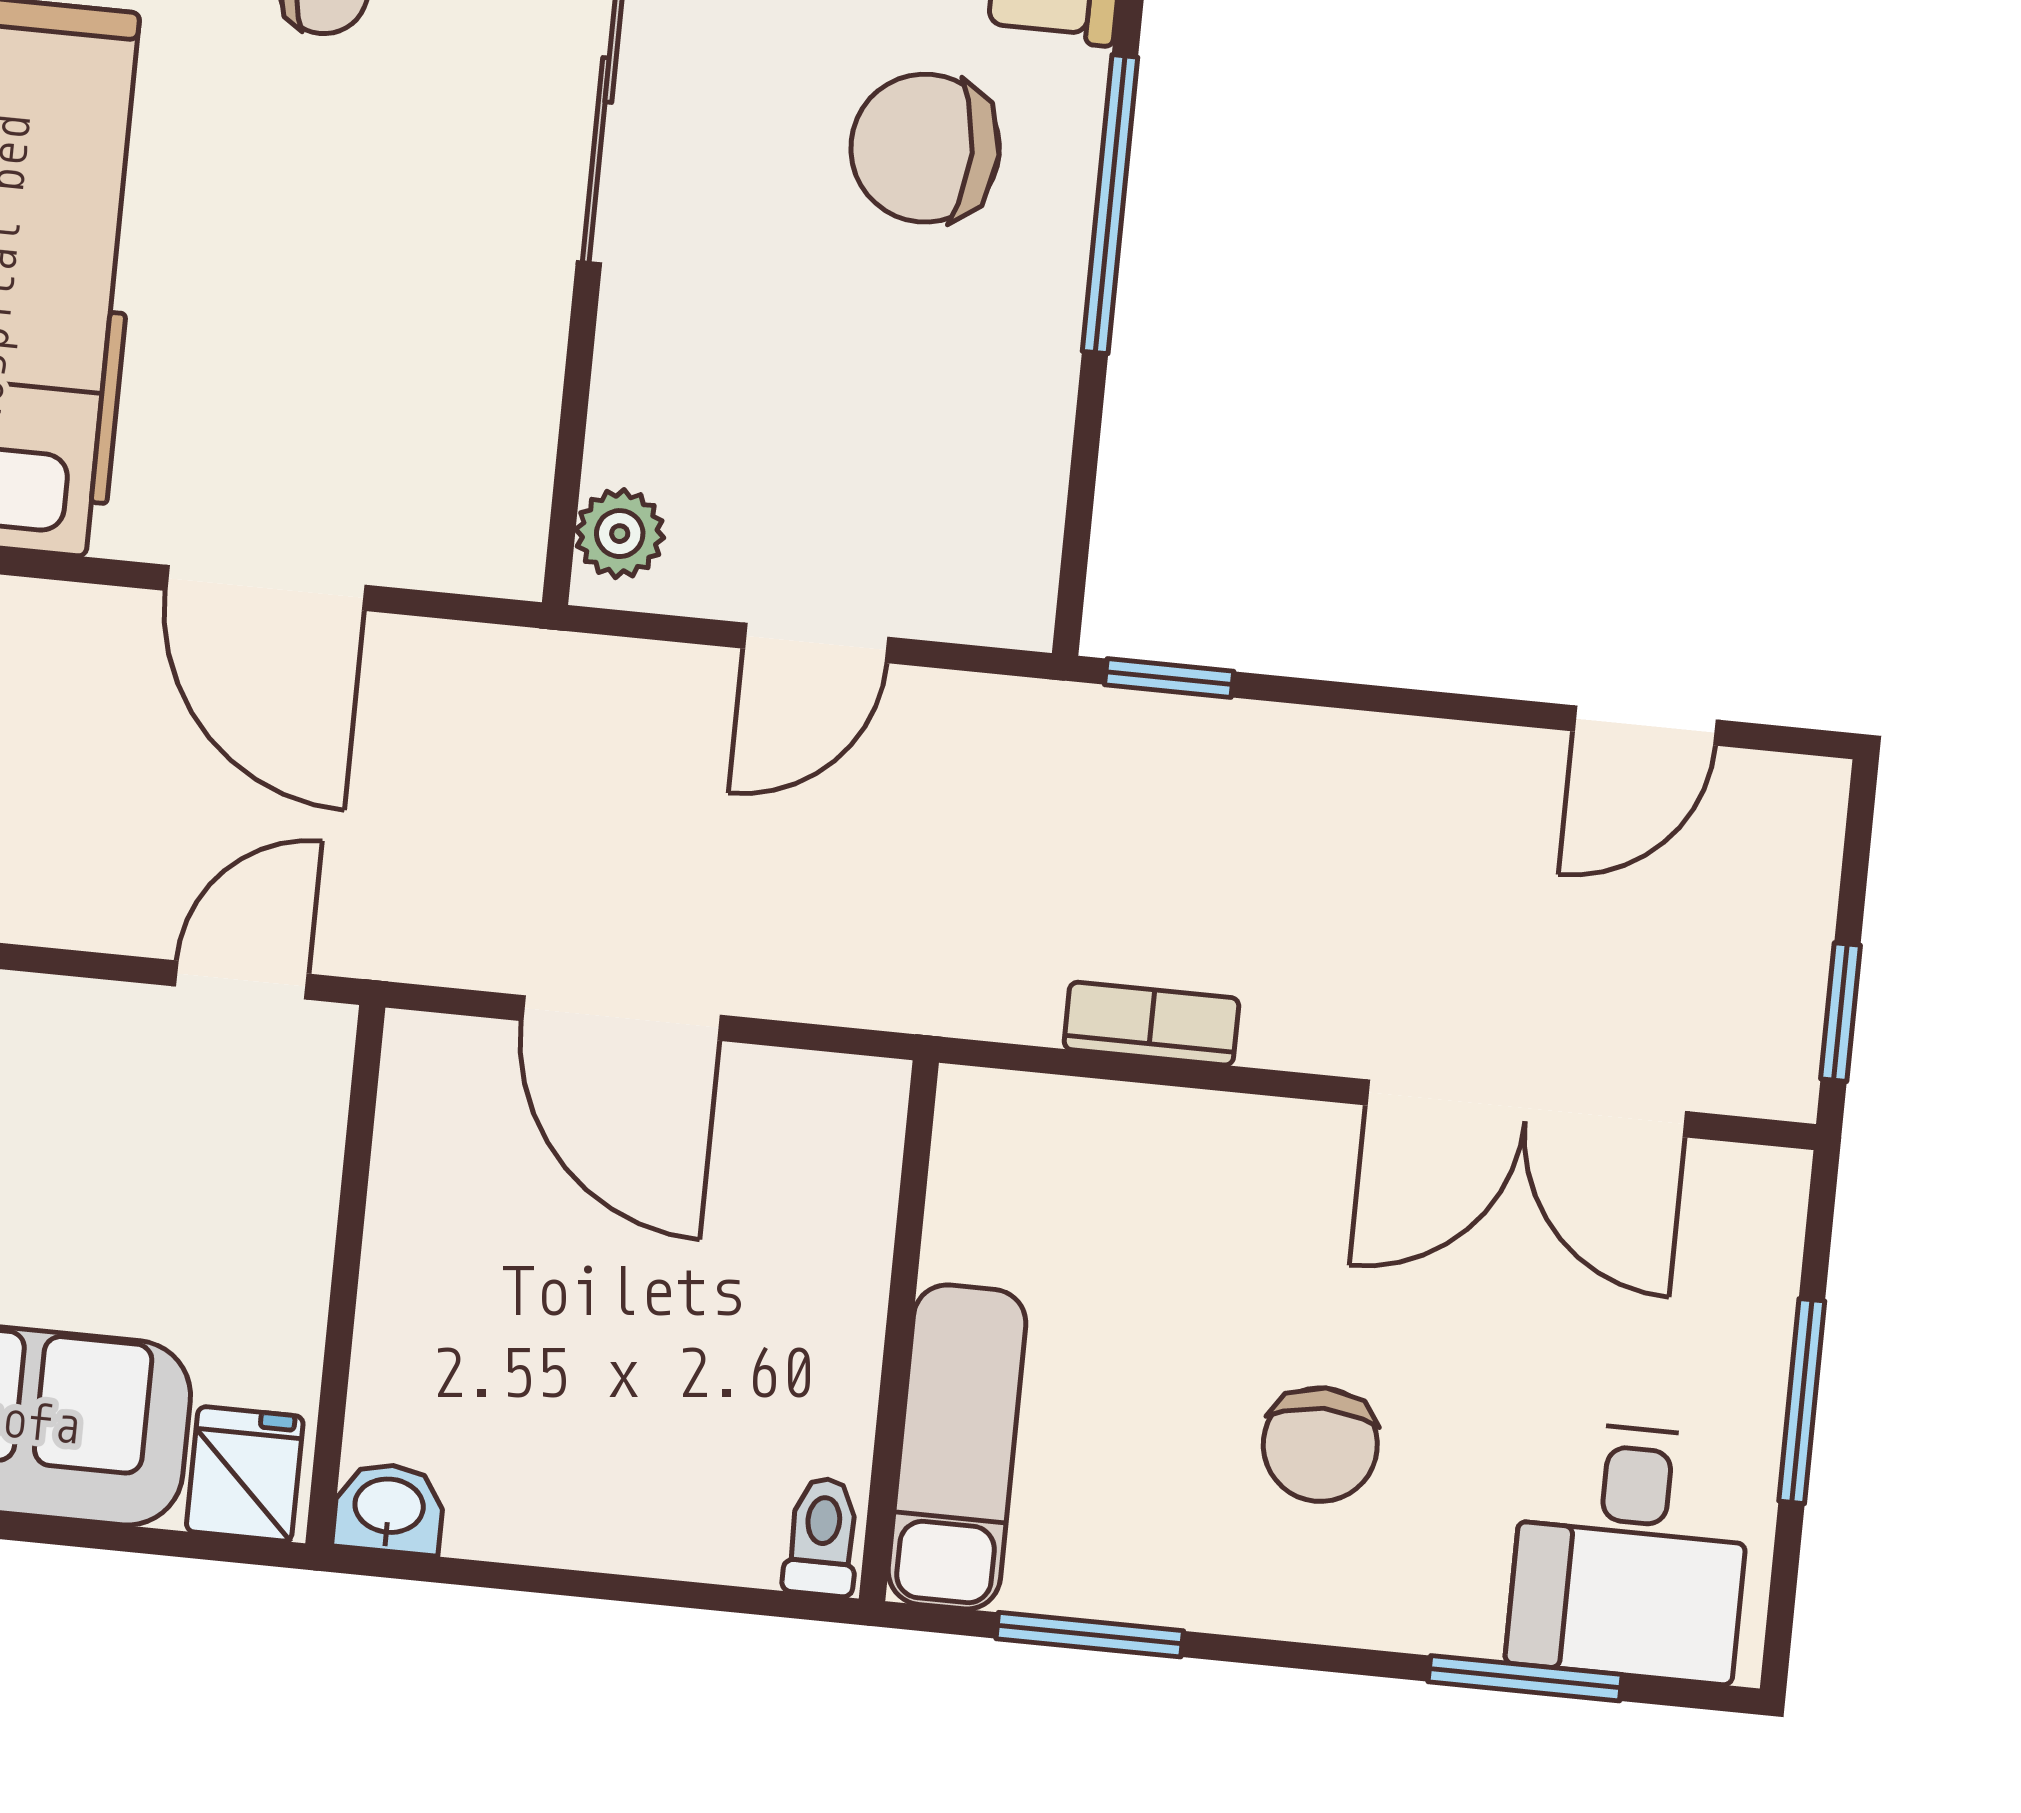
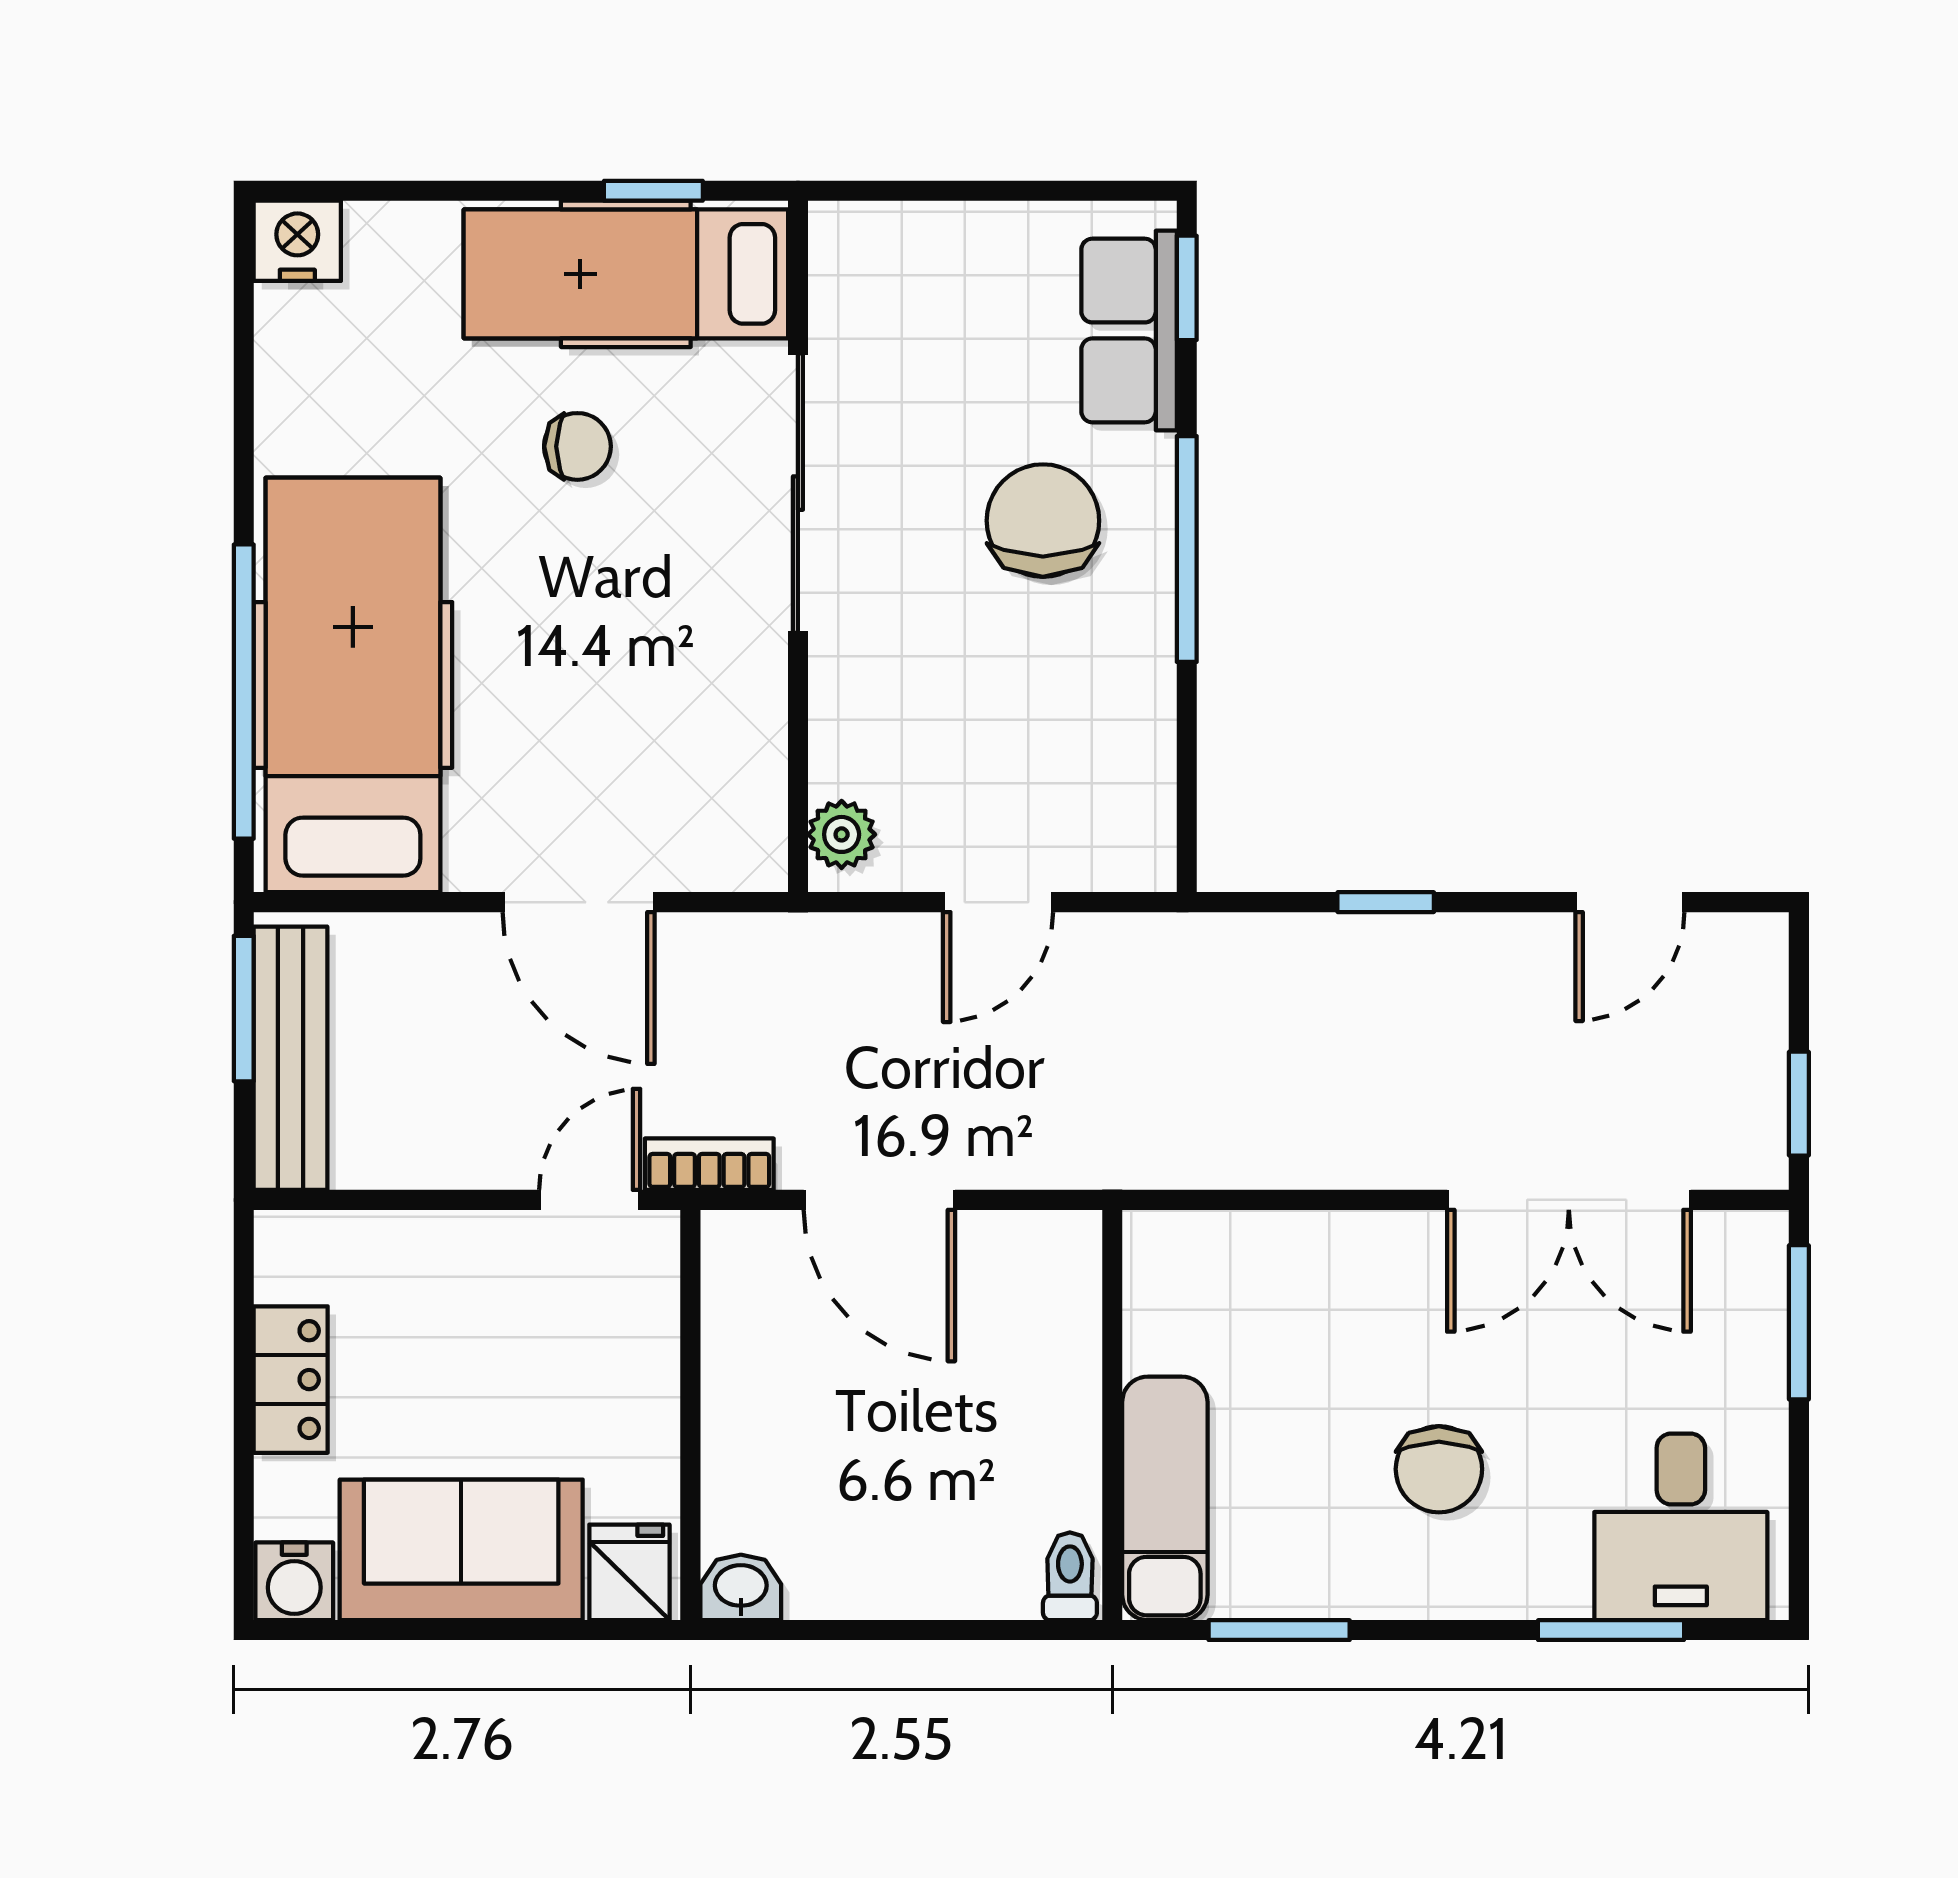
chair: (925, 148) -> (1043, 521), turned 90
window: (1169, 678) -> (1386, 902), moved
bookcase: (1151, 1024) -> (709, 1164), moved
window: (1802, 1401) -> (1799, 1322), moved

